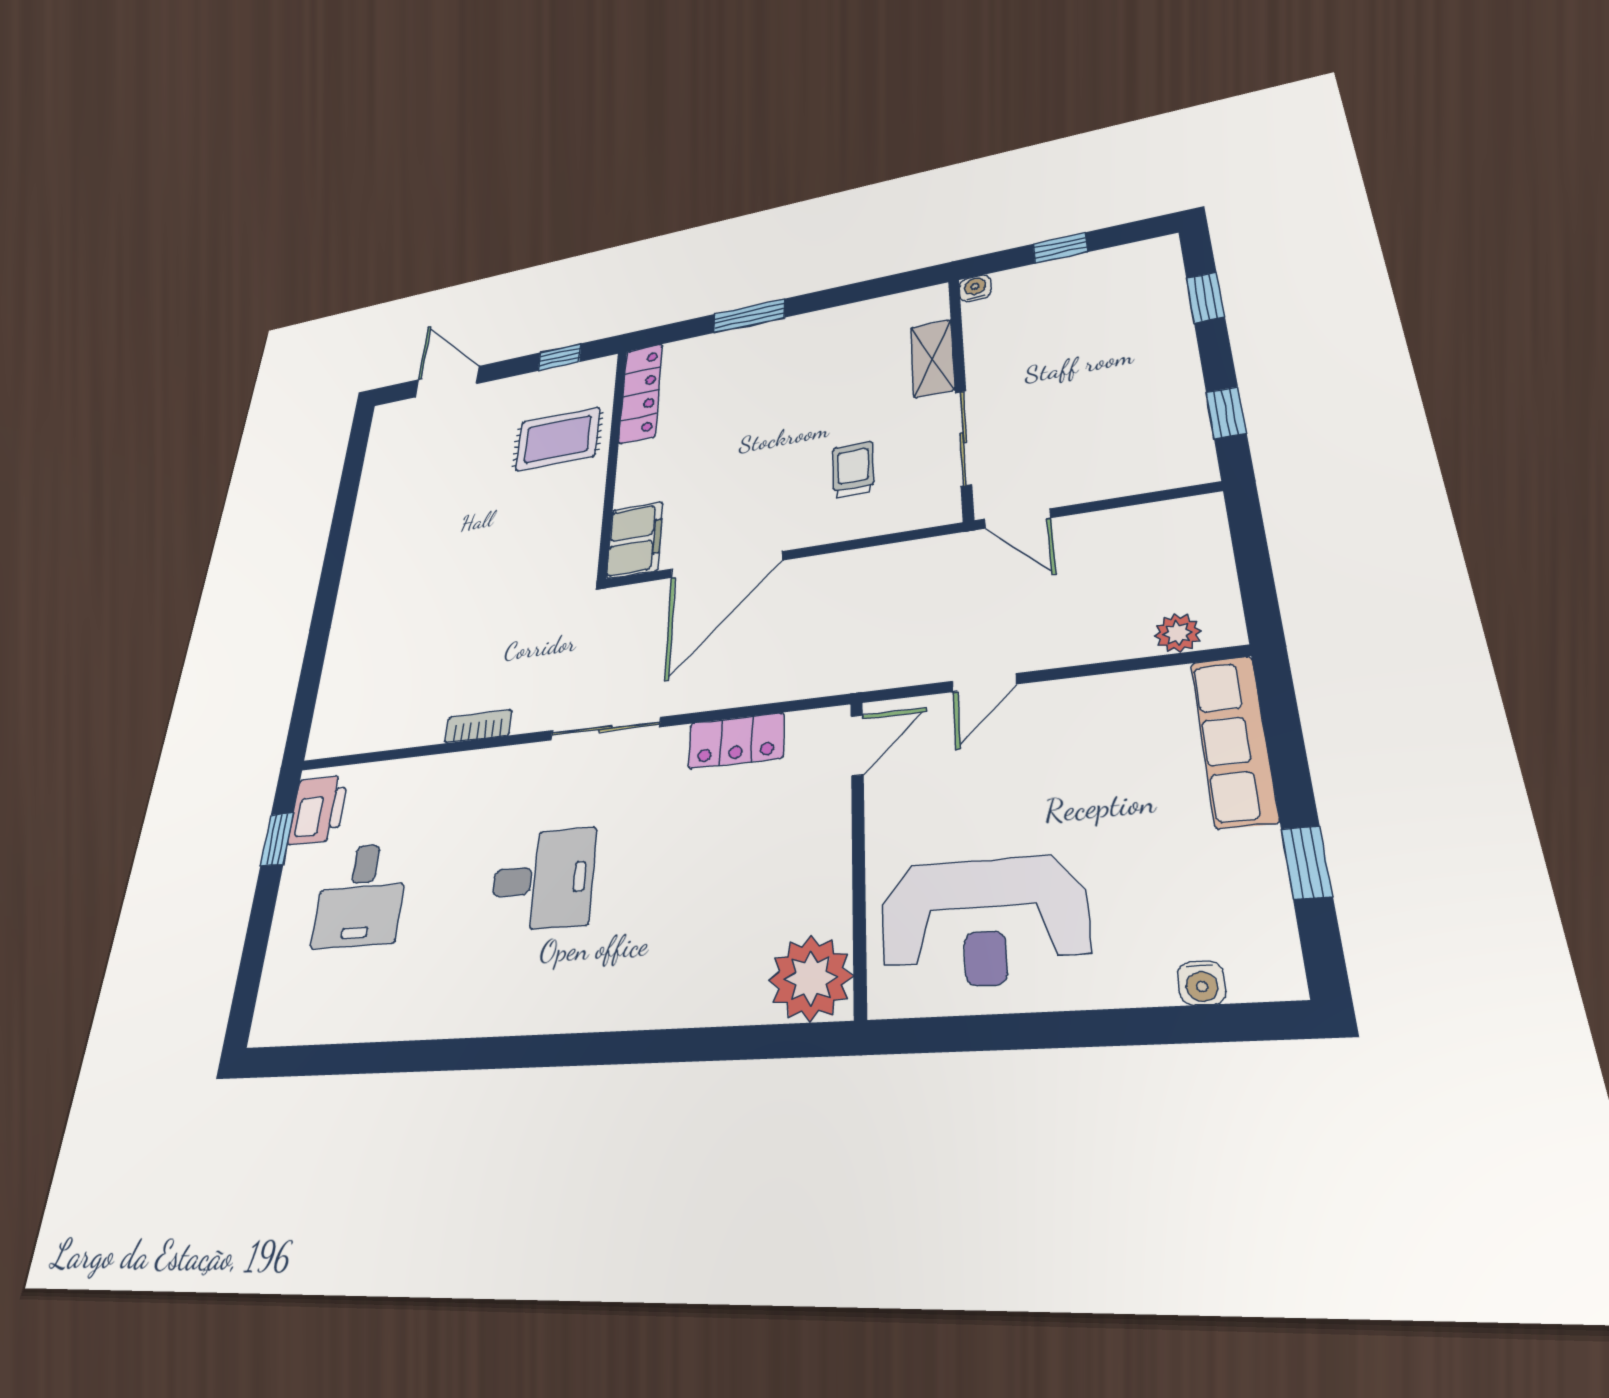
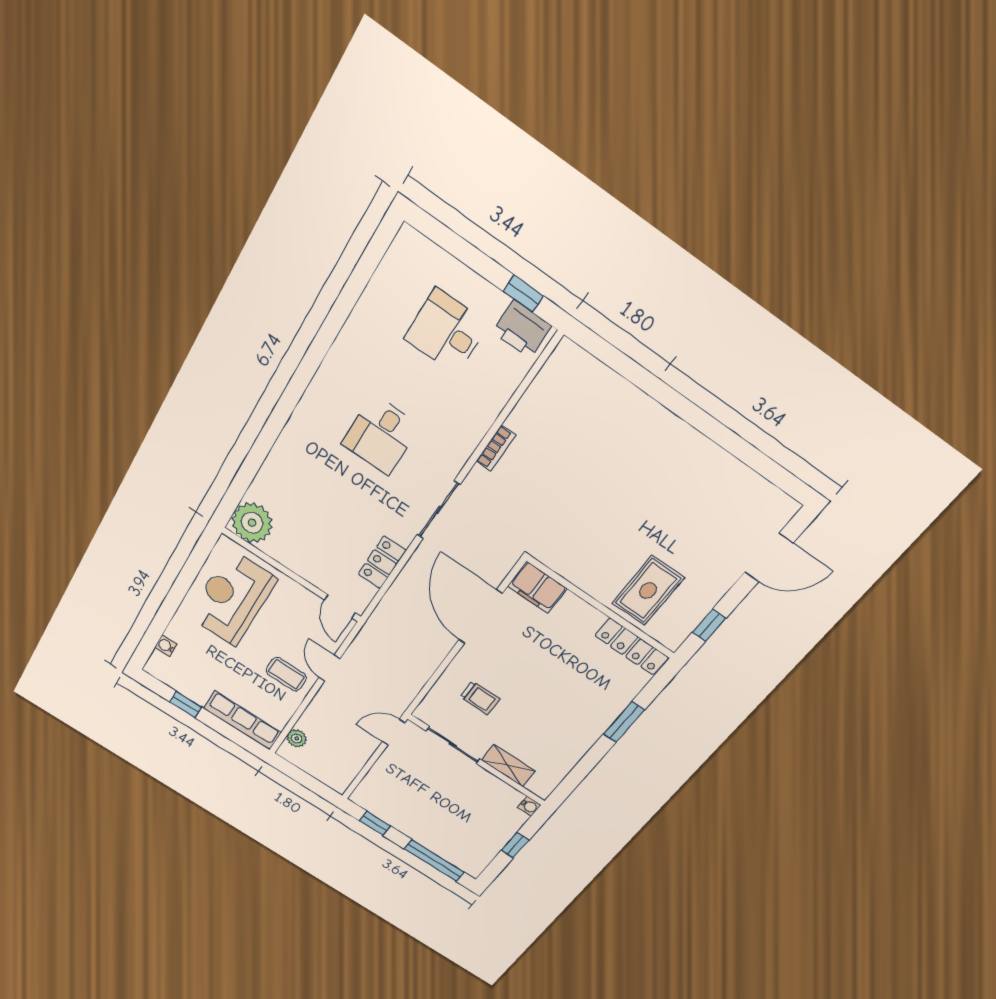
window: (1205, 297) -> (434, 861), width x2.17
coffee table: (1059, 736) -> (286, 674), added

